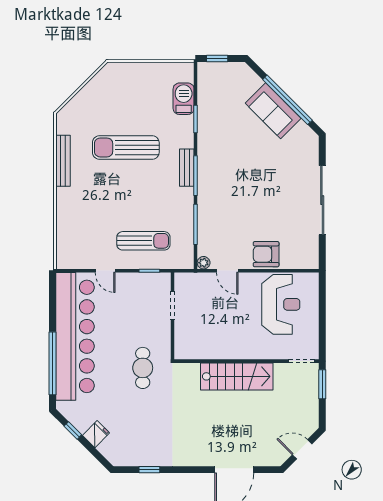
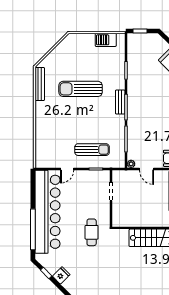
barbecue: (184, 99) -> (106, 40), moved, turned -90
bench: (63, 161) -> (40, 84), moved
door: (105, 271) -> (67, 169), hinge flipped

